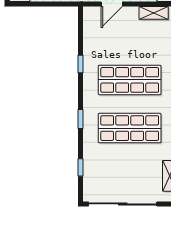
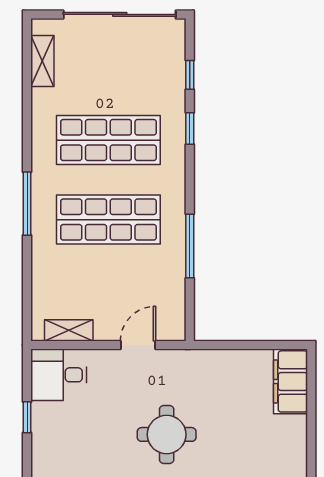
window: (80, 64) -> (190, 246), width x2.17
window: (80, 119) -> (190, 128), moved

